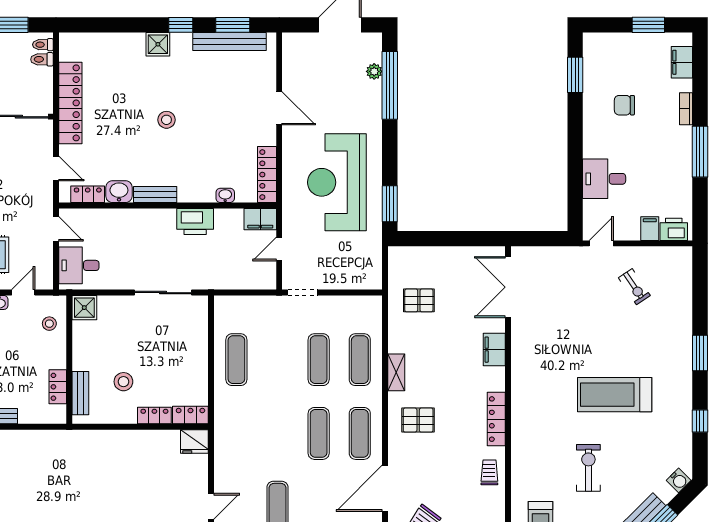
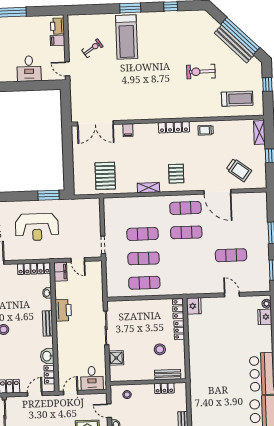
reception desk: (337, 182) -> (37, 227), width x0.74, depth x0.77
bench: (155, 195) -> (48, 323), moved
pallet: (419, 300) -> (105, 176), width x1.50, depth x1.42
shower: (84, 308) -> (116, 358), moved
filing cabinet: (494, 350) -> (128, 130), width x0.50
exercise mat: (360, 360) -> (143, 258), moved
treadmill: (615, 395) -> (127, 37), moved
water cooler: (679, 480) -> (206, 18), removed

